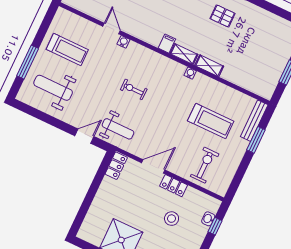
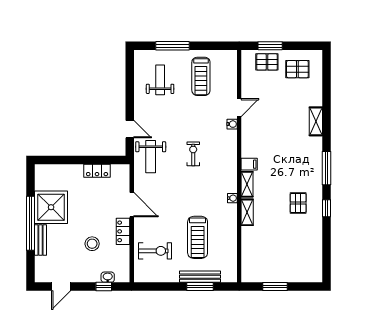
weight bench: (53, 88) -> (160, 80), width x0.73, depth x0.75
bench: (254, 121) -> (200, 277), moved
locker: (116, 166) -> (97, 171), moved

